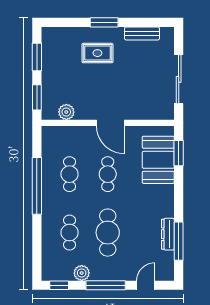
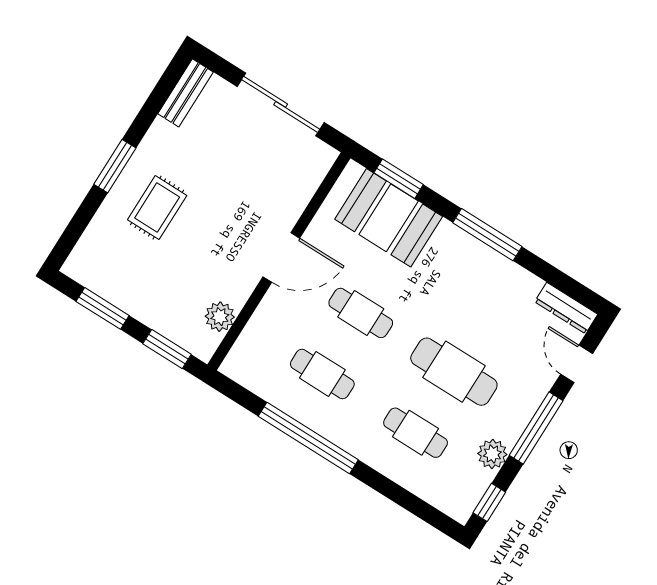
bench: (142, 33) -> (186, 93), moved
dresser: (168, 234) -> (566, 308), moved
window: (179, 241) -> (487, 235), moved

